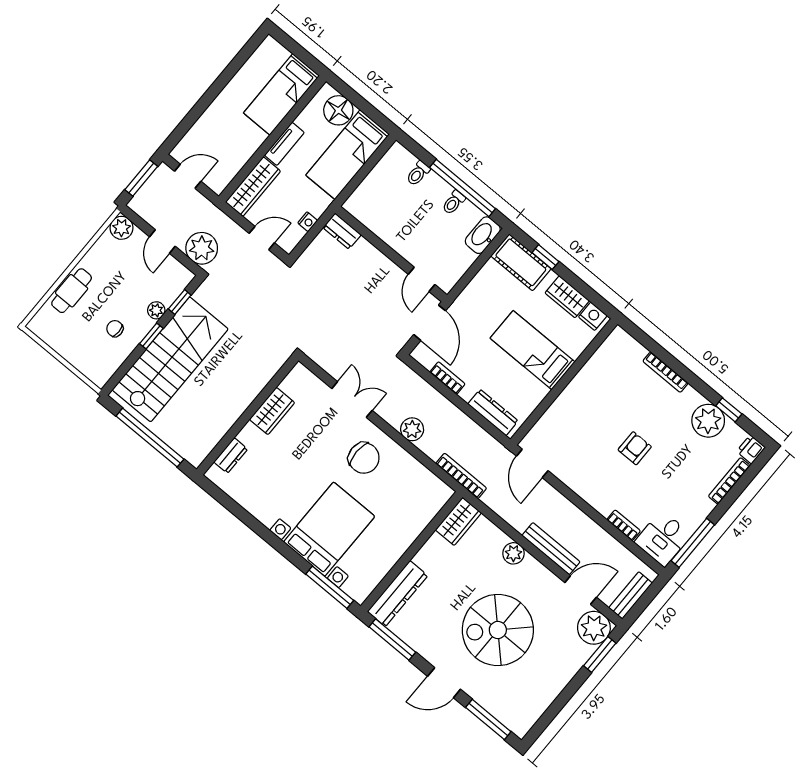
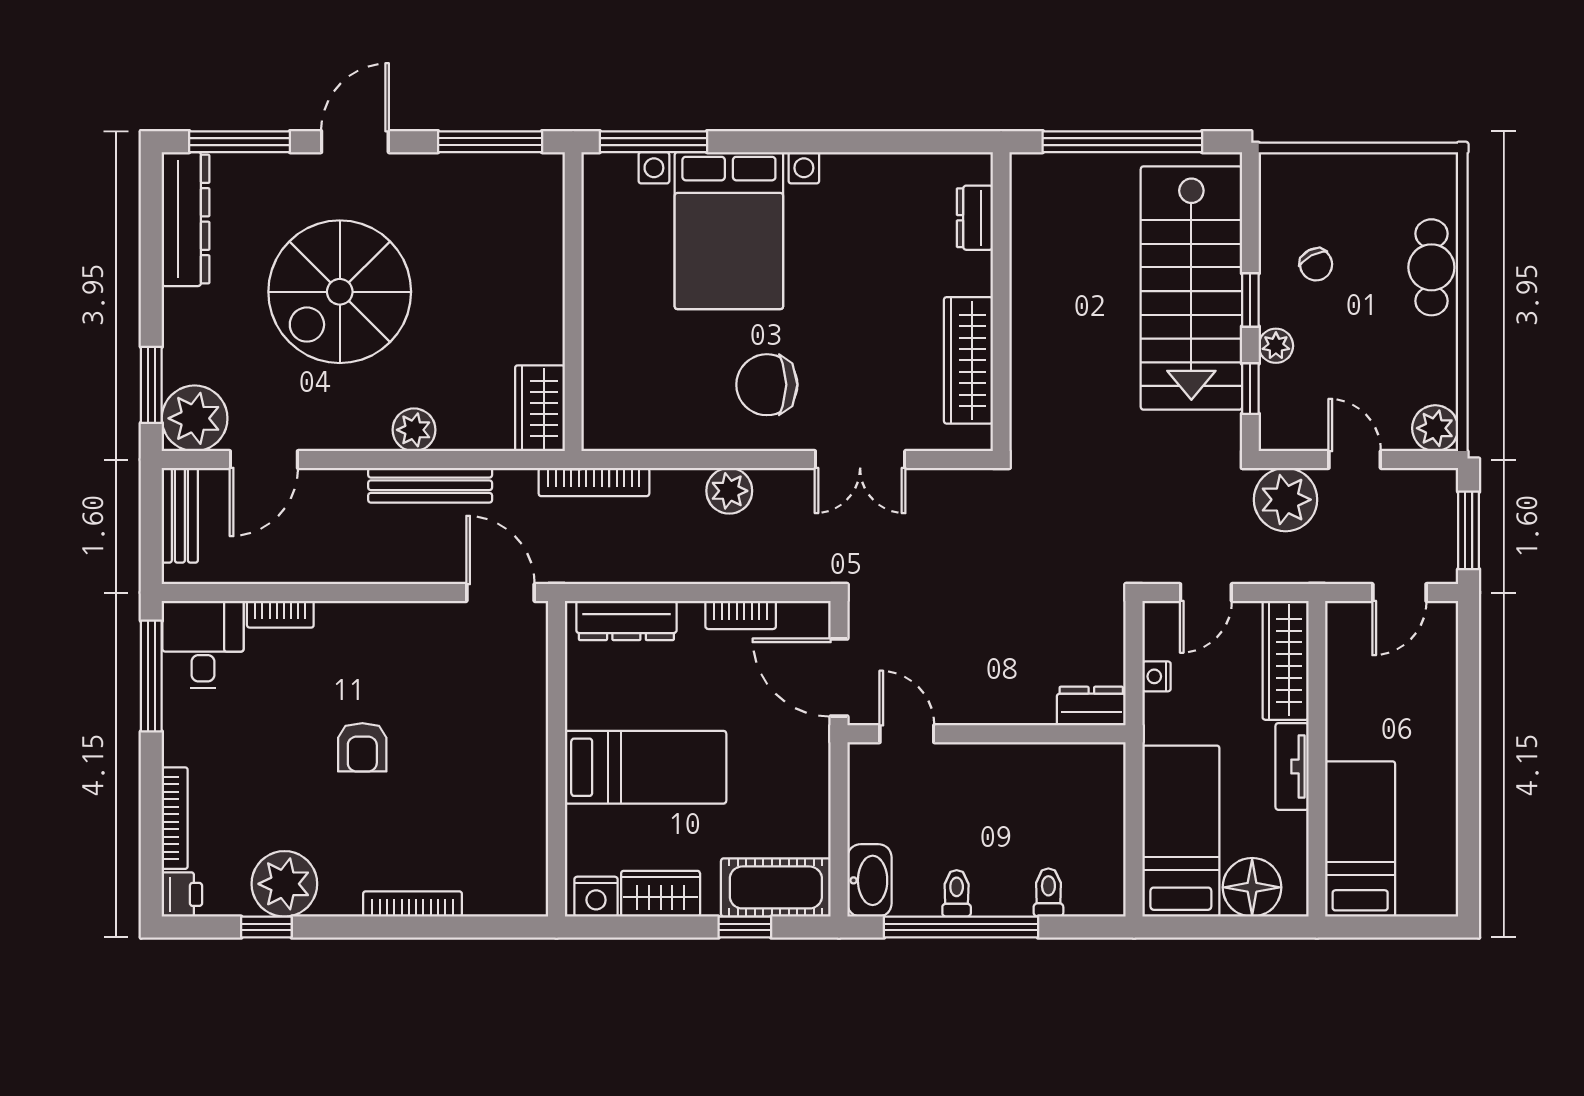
chair: (115, 329) -> (1316, 264), turned 62
wardrobe: (272, 411) -> (968, 360), width x1.50
bench: (551, 549) -> (430, 485), moved
dresser: (397, 594) -> (186, 219), moved, turned 180
spiral stairs: (498, 630) -> (340, 292), turned 180

